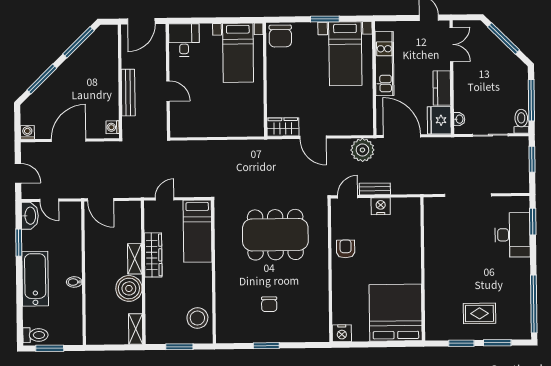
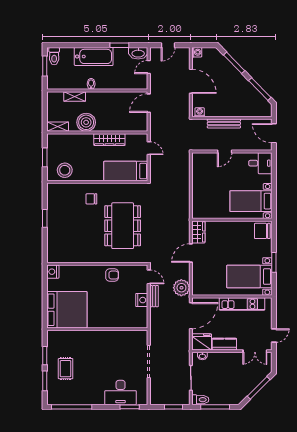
shelving: (135, 259) -> (75, 96), moved
chair: (269, 304) -> (91, 199), moved

